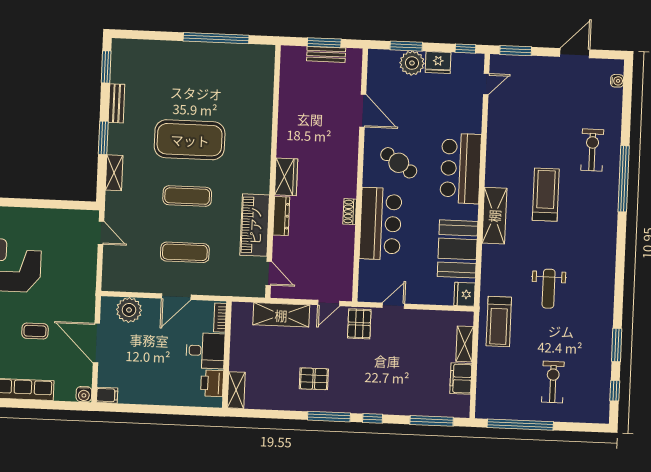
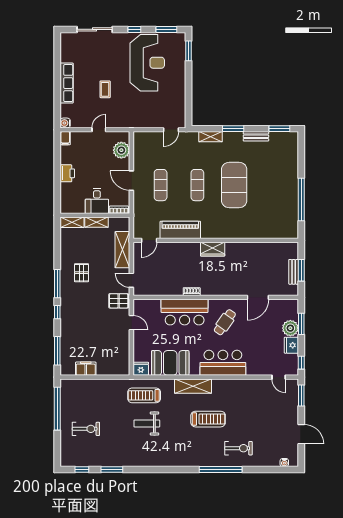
dresser: (281, 216) -> (187, 247), removed
treadmill: (499, 321) -> (144, 395), moved
door: (96, 343) -> (99, 130), width x0.53
shelving: (465, 344) -> (96, 222), moved
printer: (212, 383) -> (67, 173), moved, turned 90

